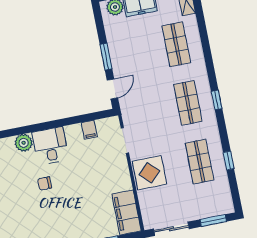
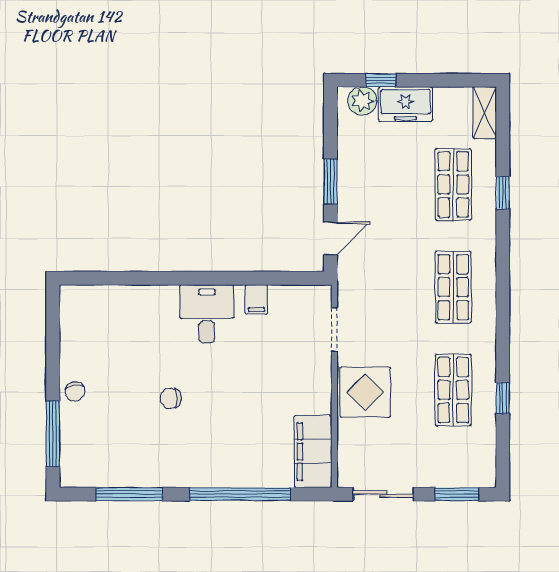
window: (217, 100) -> (503, 193), moved
filing cabinet: (89, 130) -> (256, 299), moved
plant: (24, 143) -> (163, 300), removed
chair: (45, 183) -> (171, 398), moved

